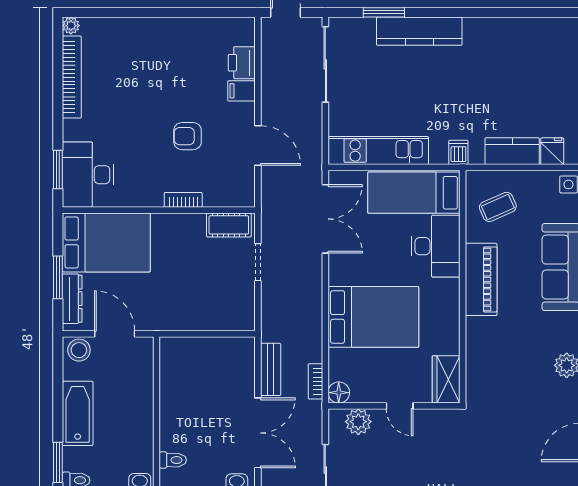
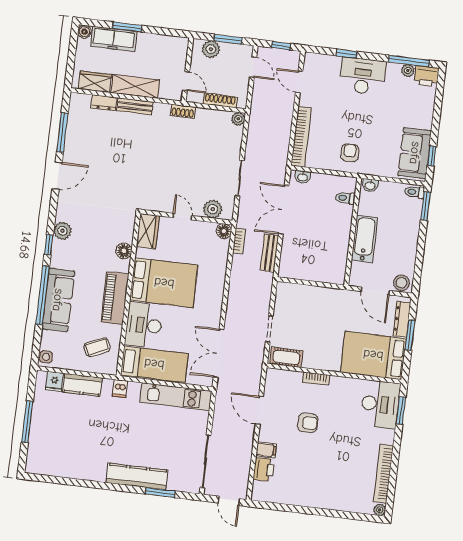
bed: (373, 317) -> (164, 283), moved, turned 180
floor lamp: (477, 347) -> (124, 251), added
bathtub: (78, 413) -> (365, 239), moved, turned 180

